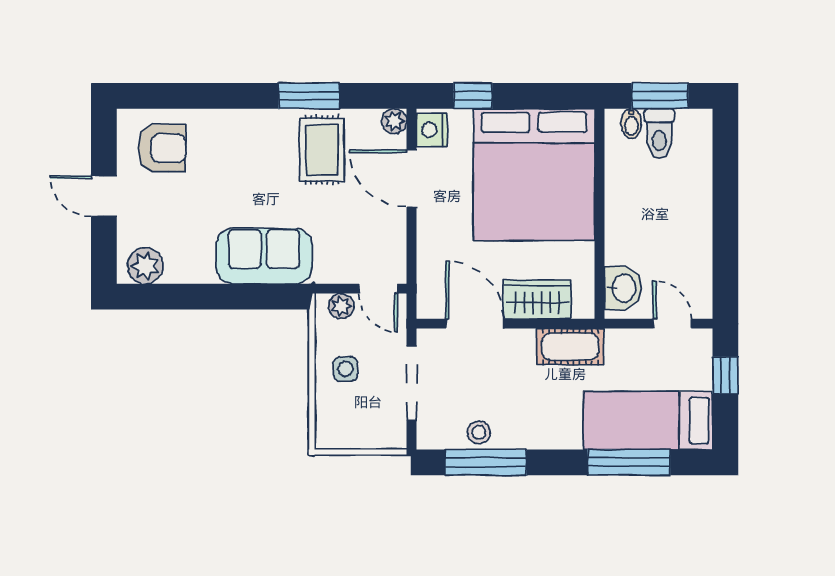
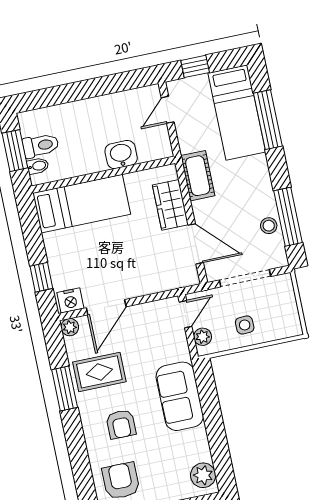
armchair: (242, 165) -> (121, 424), added
bed: (534, 175) -> (82, 204), width x0.49
washbasin: (623, 288) -> (121, 155), moved
door: (475, 324) -> (196, 244), swing flipped

